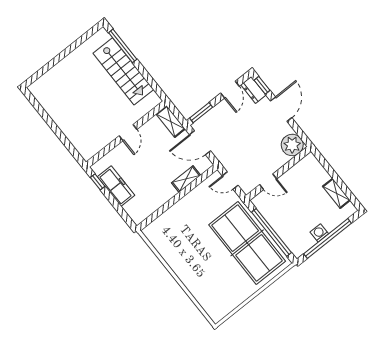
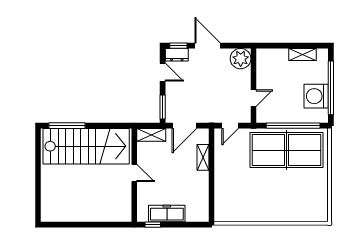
stairs: (123, 71) -> (86, 146), width x1.36, depth x1.51
washing machine: (319, 233) -> (316, 96), width x1.89, depth x1.89

